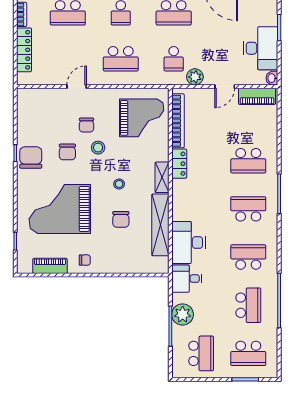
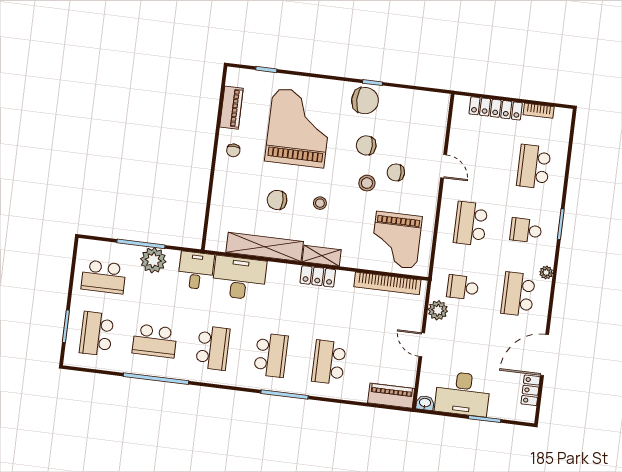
piano: (257, 96) -> (391, 396), moved, turned 90
locker: (179, 164) -> (318, 276), moved

